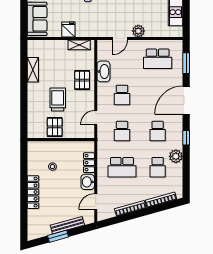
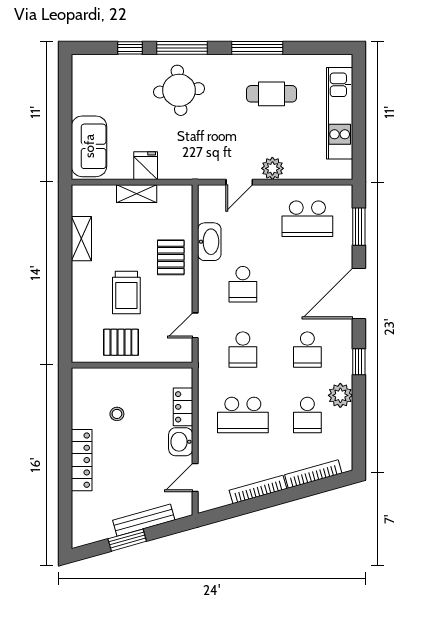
shelving: (79, 45) -> (137, 194), moved
trolley: (58, 100) -> (126, 292), turned 180
pallet: (55, 127) -> (121, 342), turned 90

